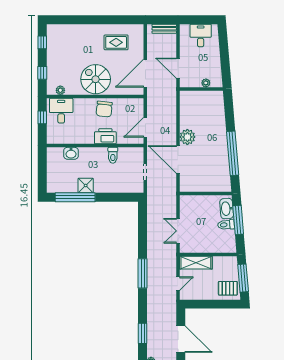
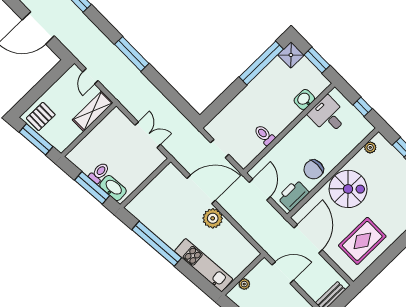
rug: (116, 42) -> (362, 241), width x1.36, depth x1.43
chair: (104, 109) -> (314, 169), turned -96
desk: (61, 111) -> (328, 115), moved, turned 180
kitchen unit: (218, 116) -> (204, 265), added
printer: (105, 136) -> (293, 195), moved, turned 180
window: (42, 168) -> (317, 60), added
shower: (86, 186) -> (291, 55), moved
double door: (178, 231) -> (148, 135), moved

